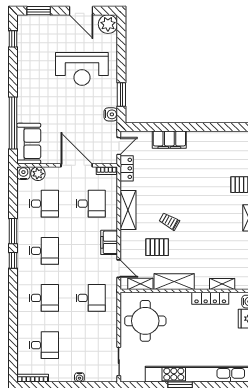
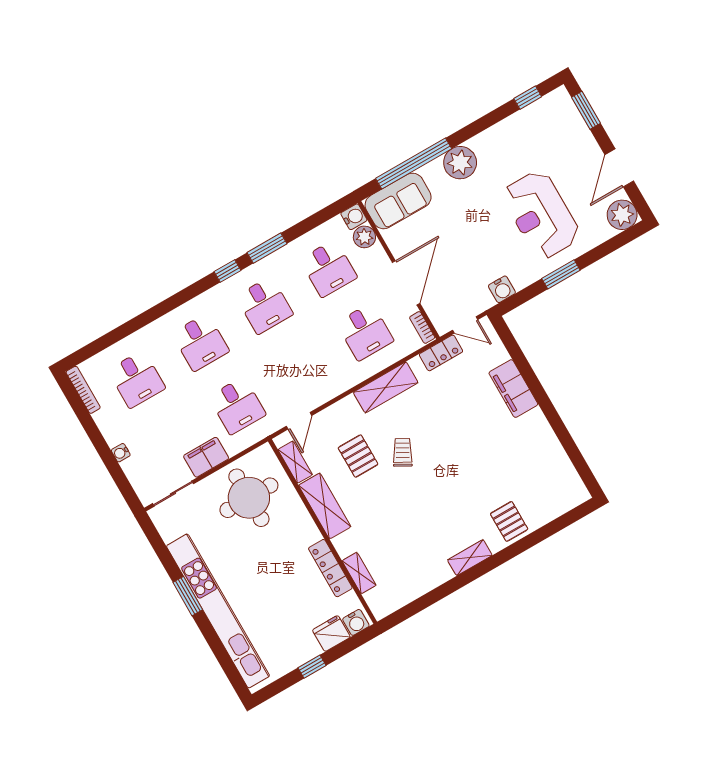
window: (121, 95) -> (561, 274), moved
plant: (27, 97) -> (460, 163), added
filing cabinet: (109, 242) -> (206, 457), moved

